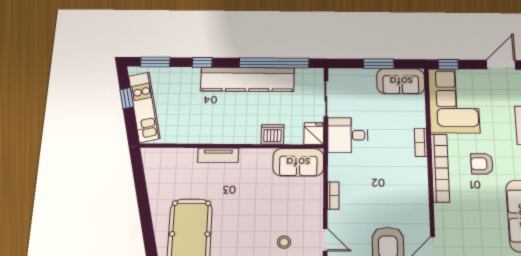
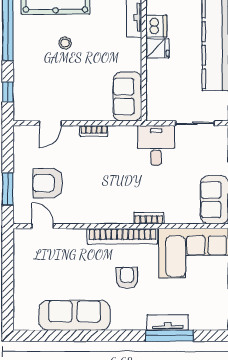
fridge: (314, 133) -> (158, 48), moved
dishwasher: (272, 134) -> (156, 26), moved
stool: (284, 242) -> (65, 43), moved

